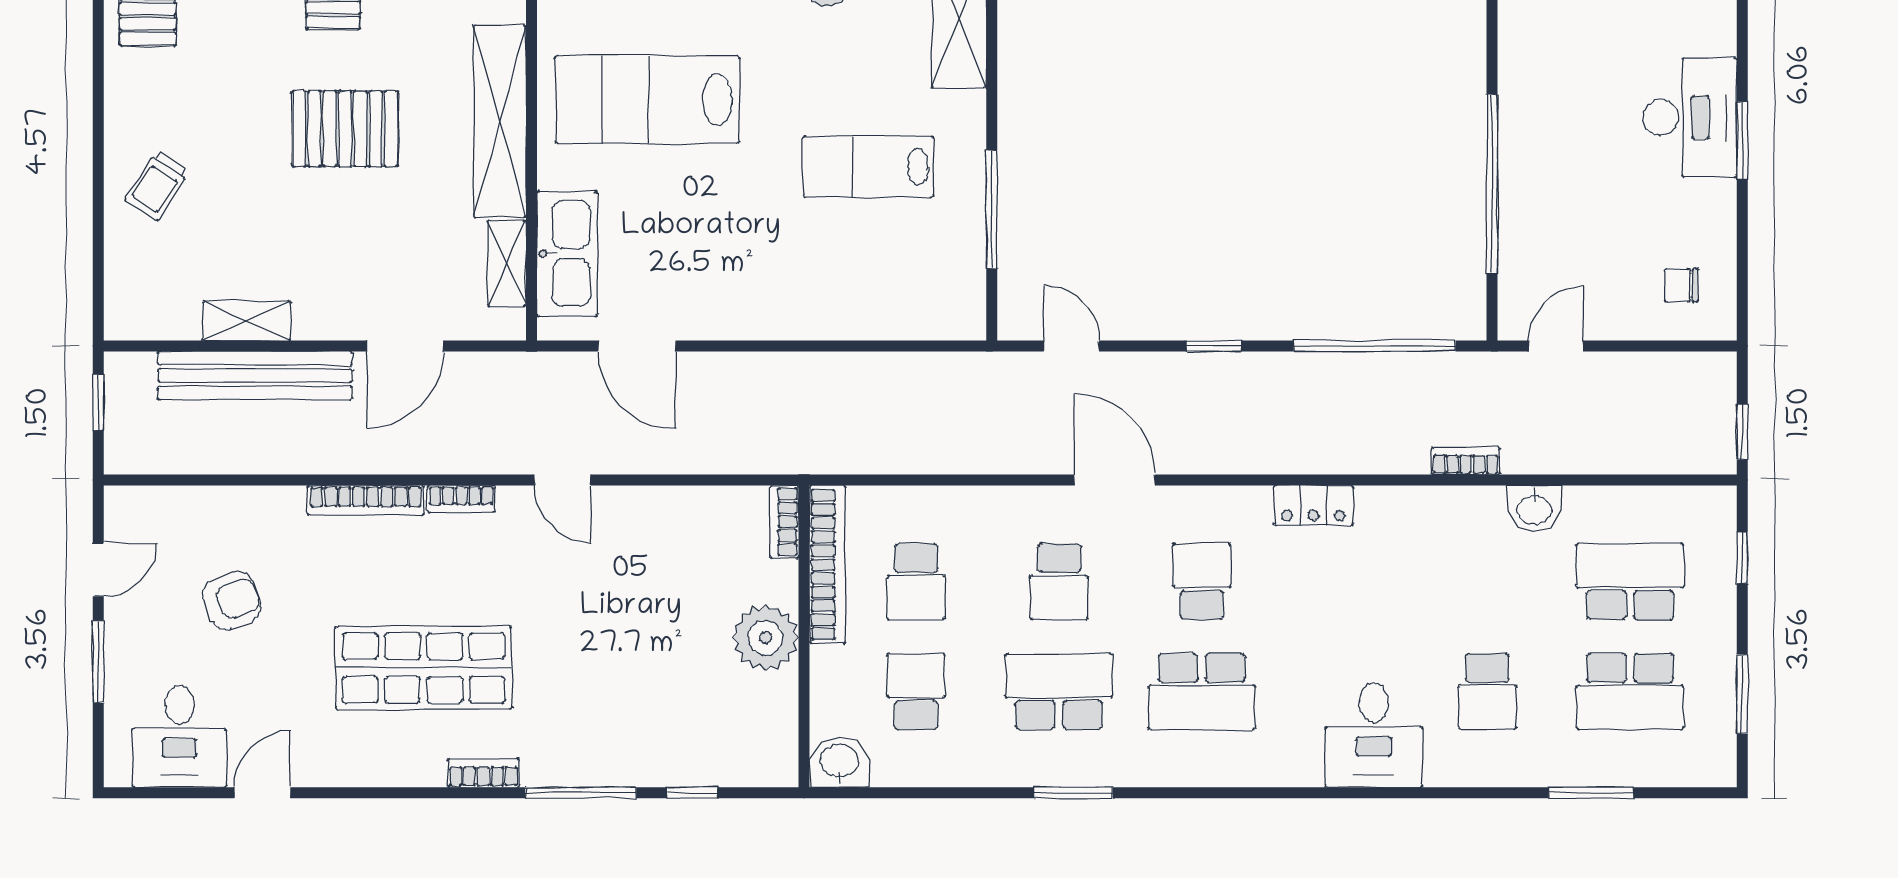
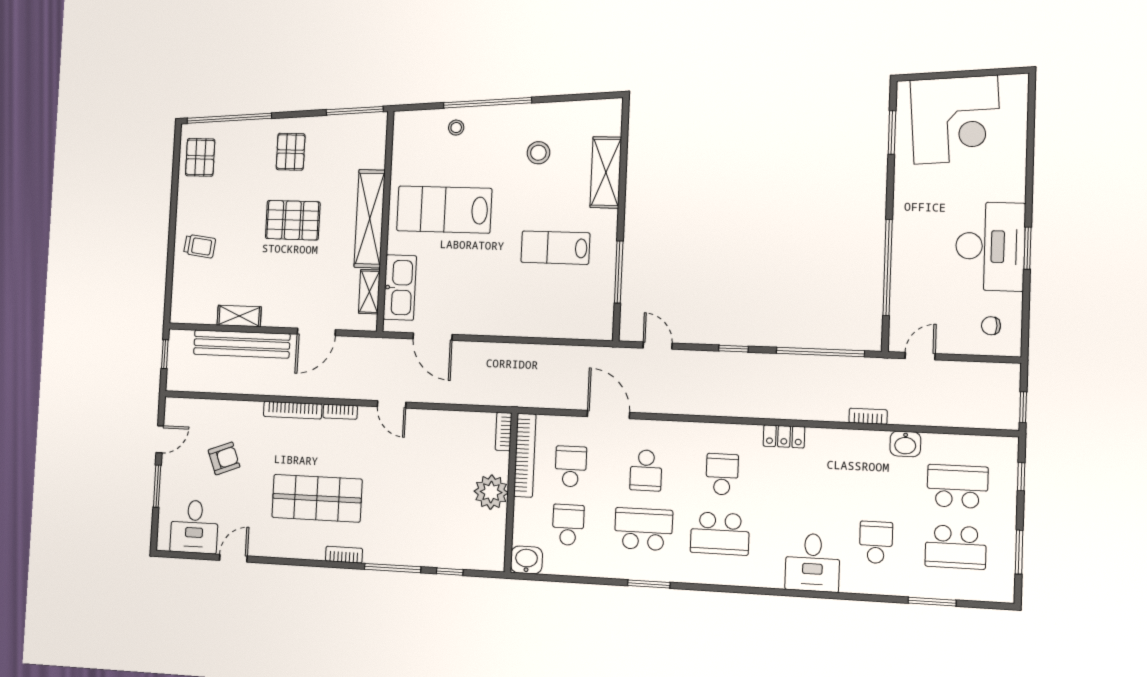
desk: (1690, 117) -> (990, 246), width x1.36, depth x1.30
trolley: (157, 186) -> (200, 246), turned -116
door: (1115, 480) -> (608, 414), moved
school desk: (916, 581) -> (571, 466), turned 180
school desk: (1487, 691) -> (876, 542), turned 180

